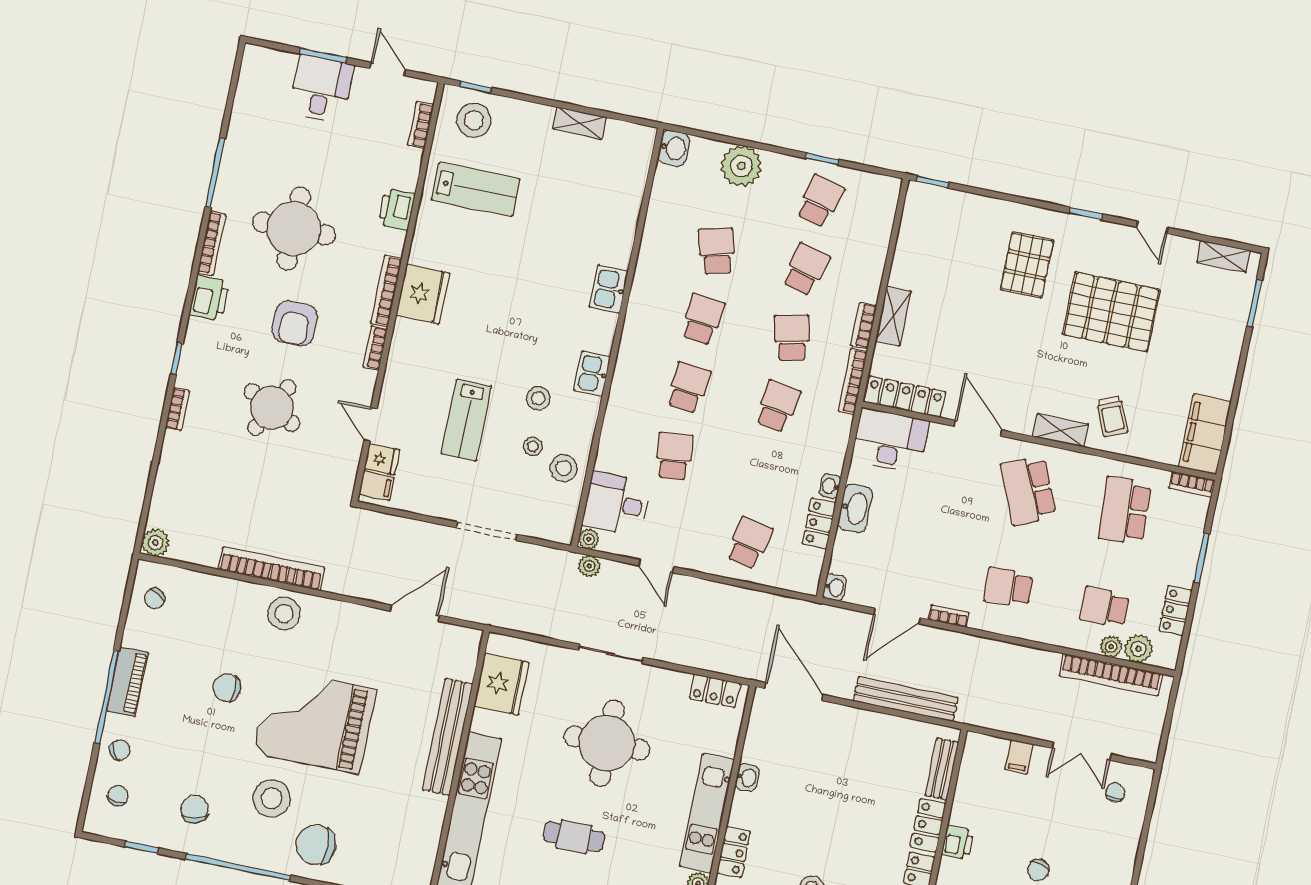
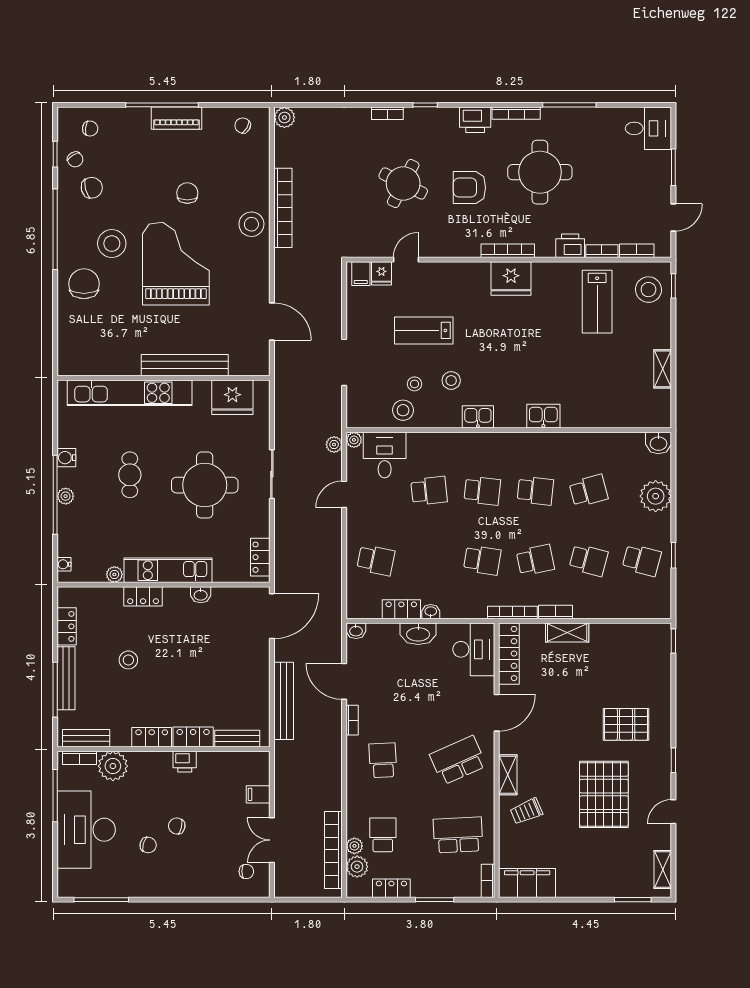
desk: (321, 89) -> (648, 128), moved
bookcase: (375, 348) -> (602, 251), moved
chair: (120, 750) -> (75, 159), moved

